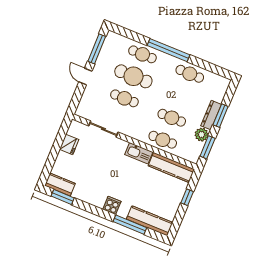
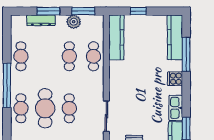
dresser: (211, 115) -> (41, 20), moved
kitchen sink: (139, 153) -> (176, 108), moved, turned 180

